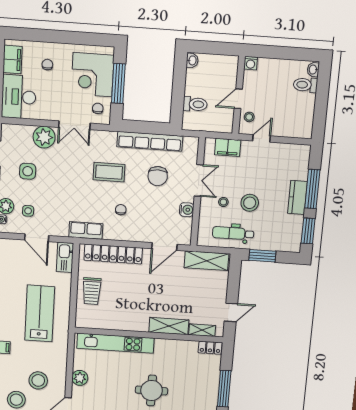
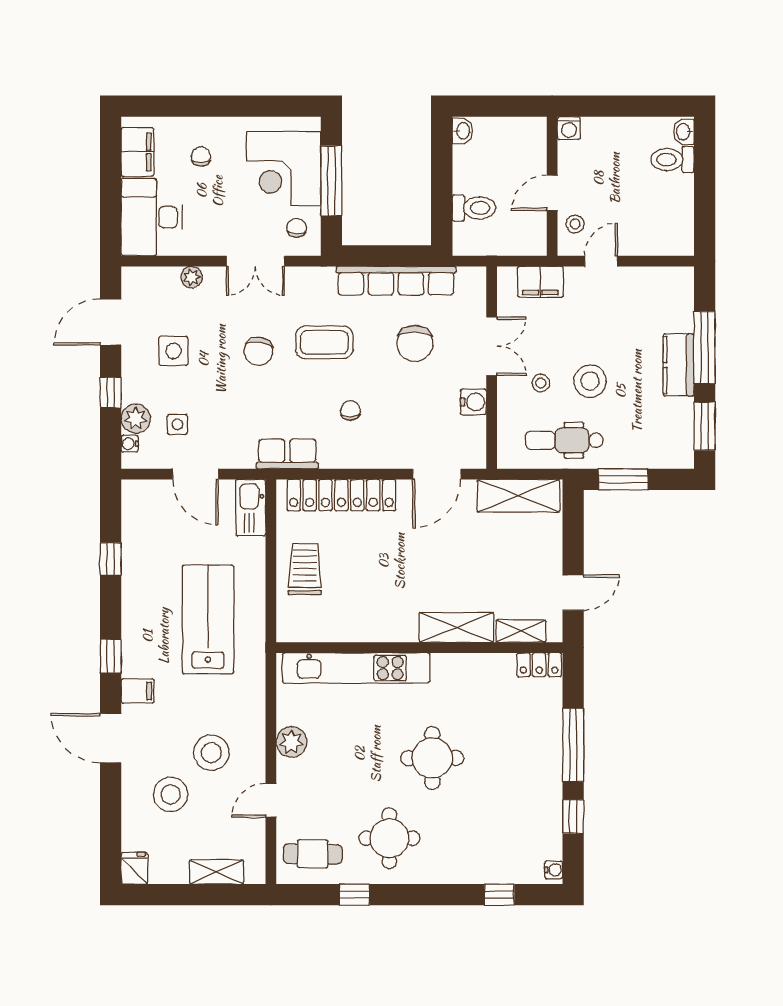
plant: (44, 137) -> (192, 277), width x0.53, depth x0.53
chair: (73, 175) -> (258, 351), added
trolley: (92, 291) -> (305, 569), turned 180

